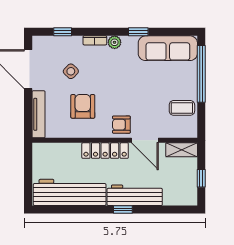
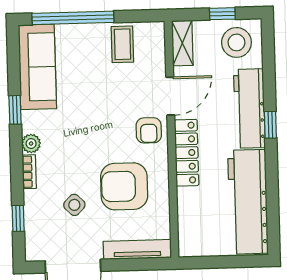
armchair: (83, 106) -> (124, 186), width x1.36, depth x1.36
stool: (181, 188) -> (236, 42), added

